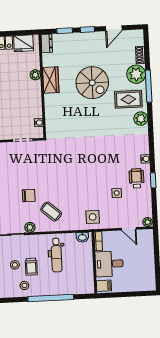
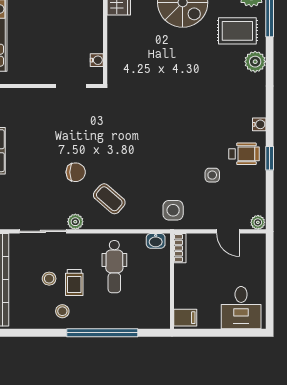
wheelchair: (137, 178) -> (244, 154), turned 90
desk: (109, 264) -> (241, 308), moved, turned -90

